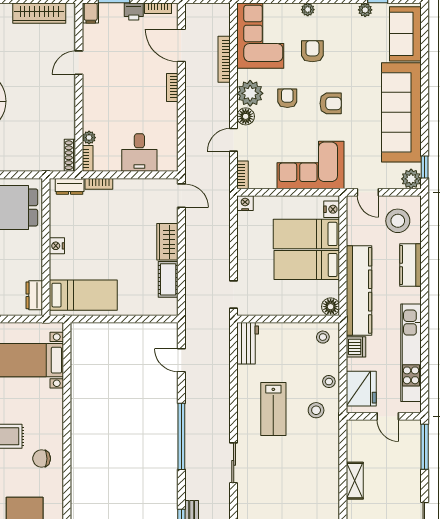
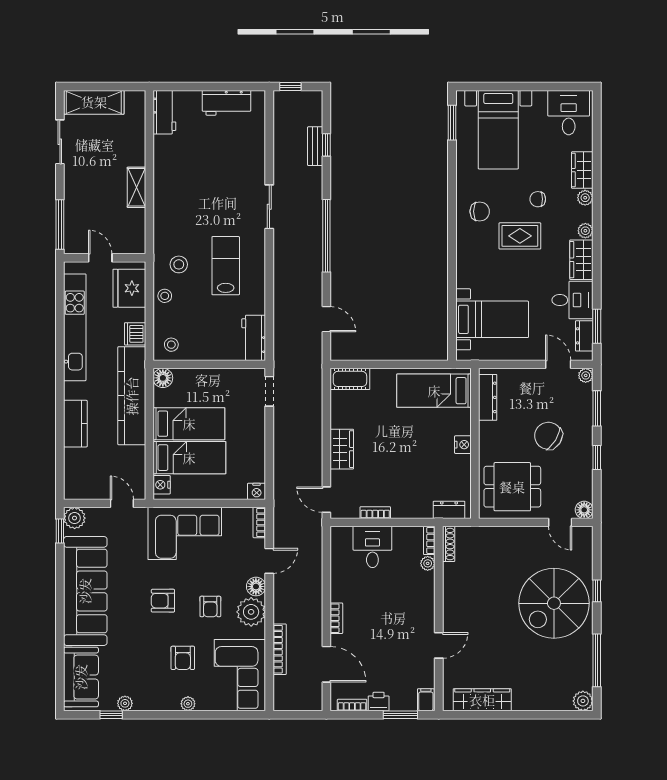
bookcase: (99, 184) -> (375, 513), moved
stool: (398, 221) -> (89, 472), removed
cot: (168, 279) -> (350, 379), moved, turned 90
dresser: (34, 295) -> (488, 397), width x1.44

